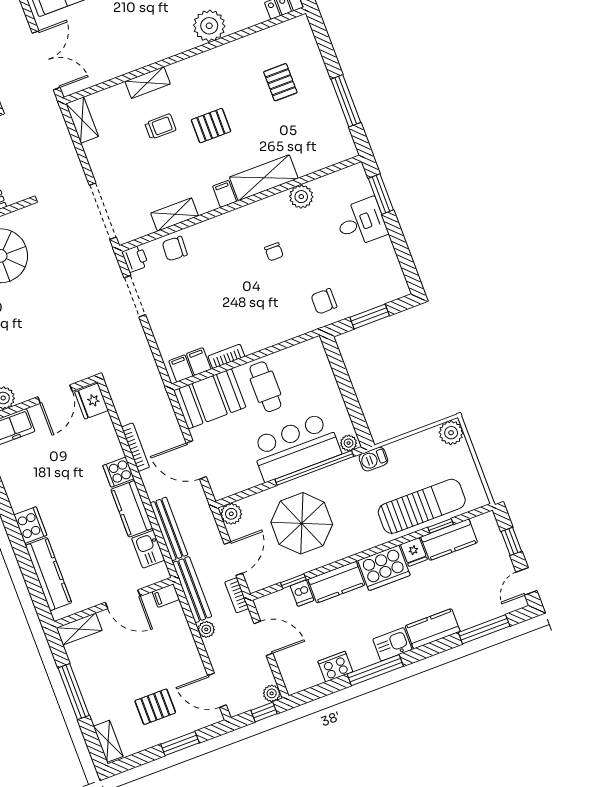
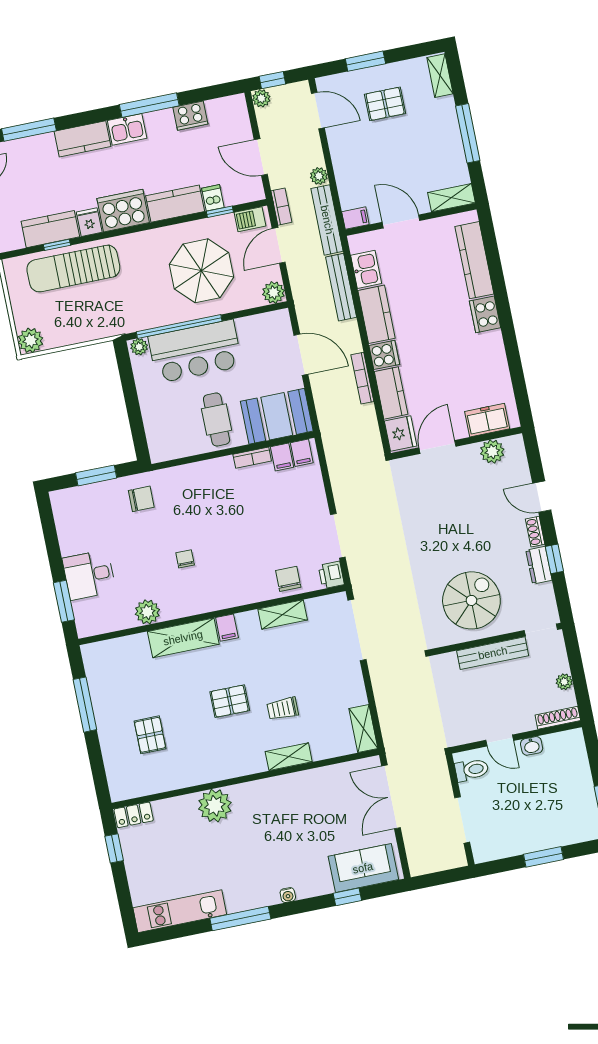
chair: (175, 249) -> (288, 579), turned -93
kitchen counter: (106, 438) -> (391, 393), added
barbecue: (373, 459) -> (250, 219), moved, turned 180

